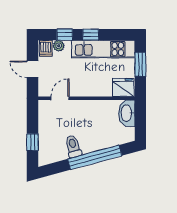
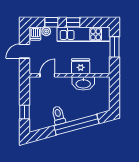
door: (33, 69) -> (24, 51), hinge flipped
fridge: (123, 87) -> (81, 66), moved
washbasin: (127, 113) -> (83, 83), moved, turned -90

